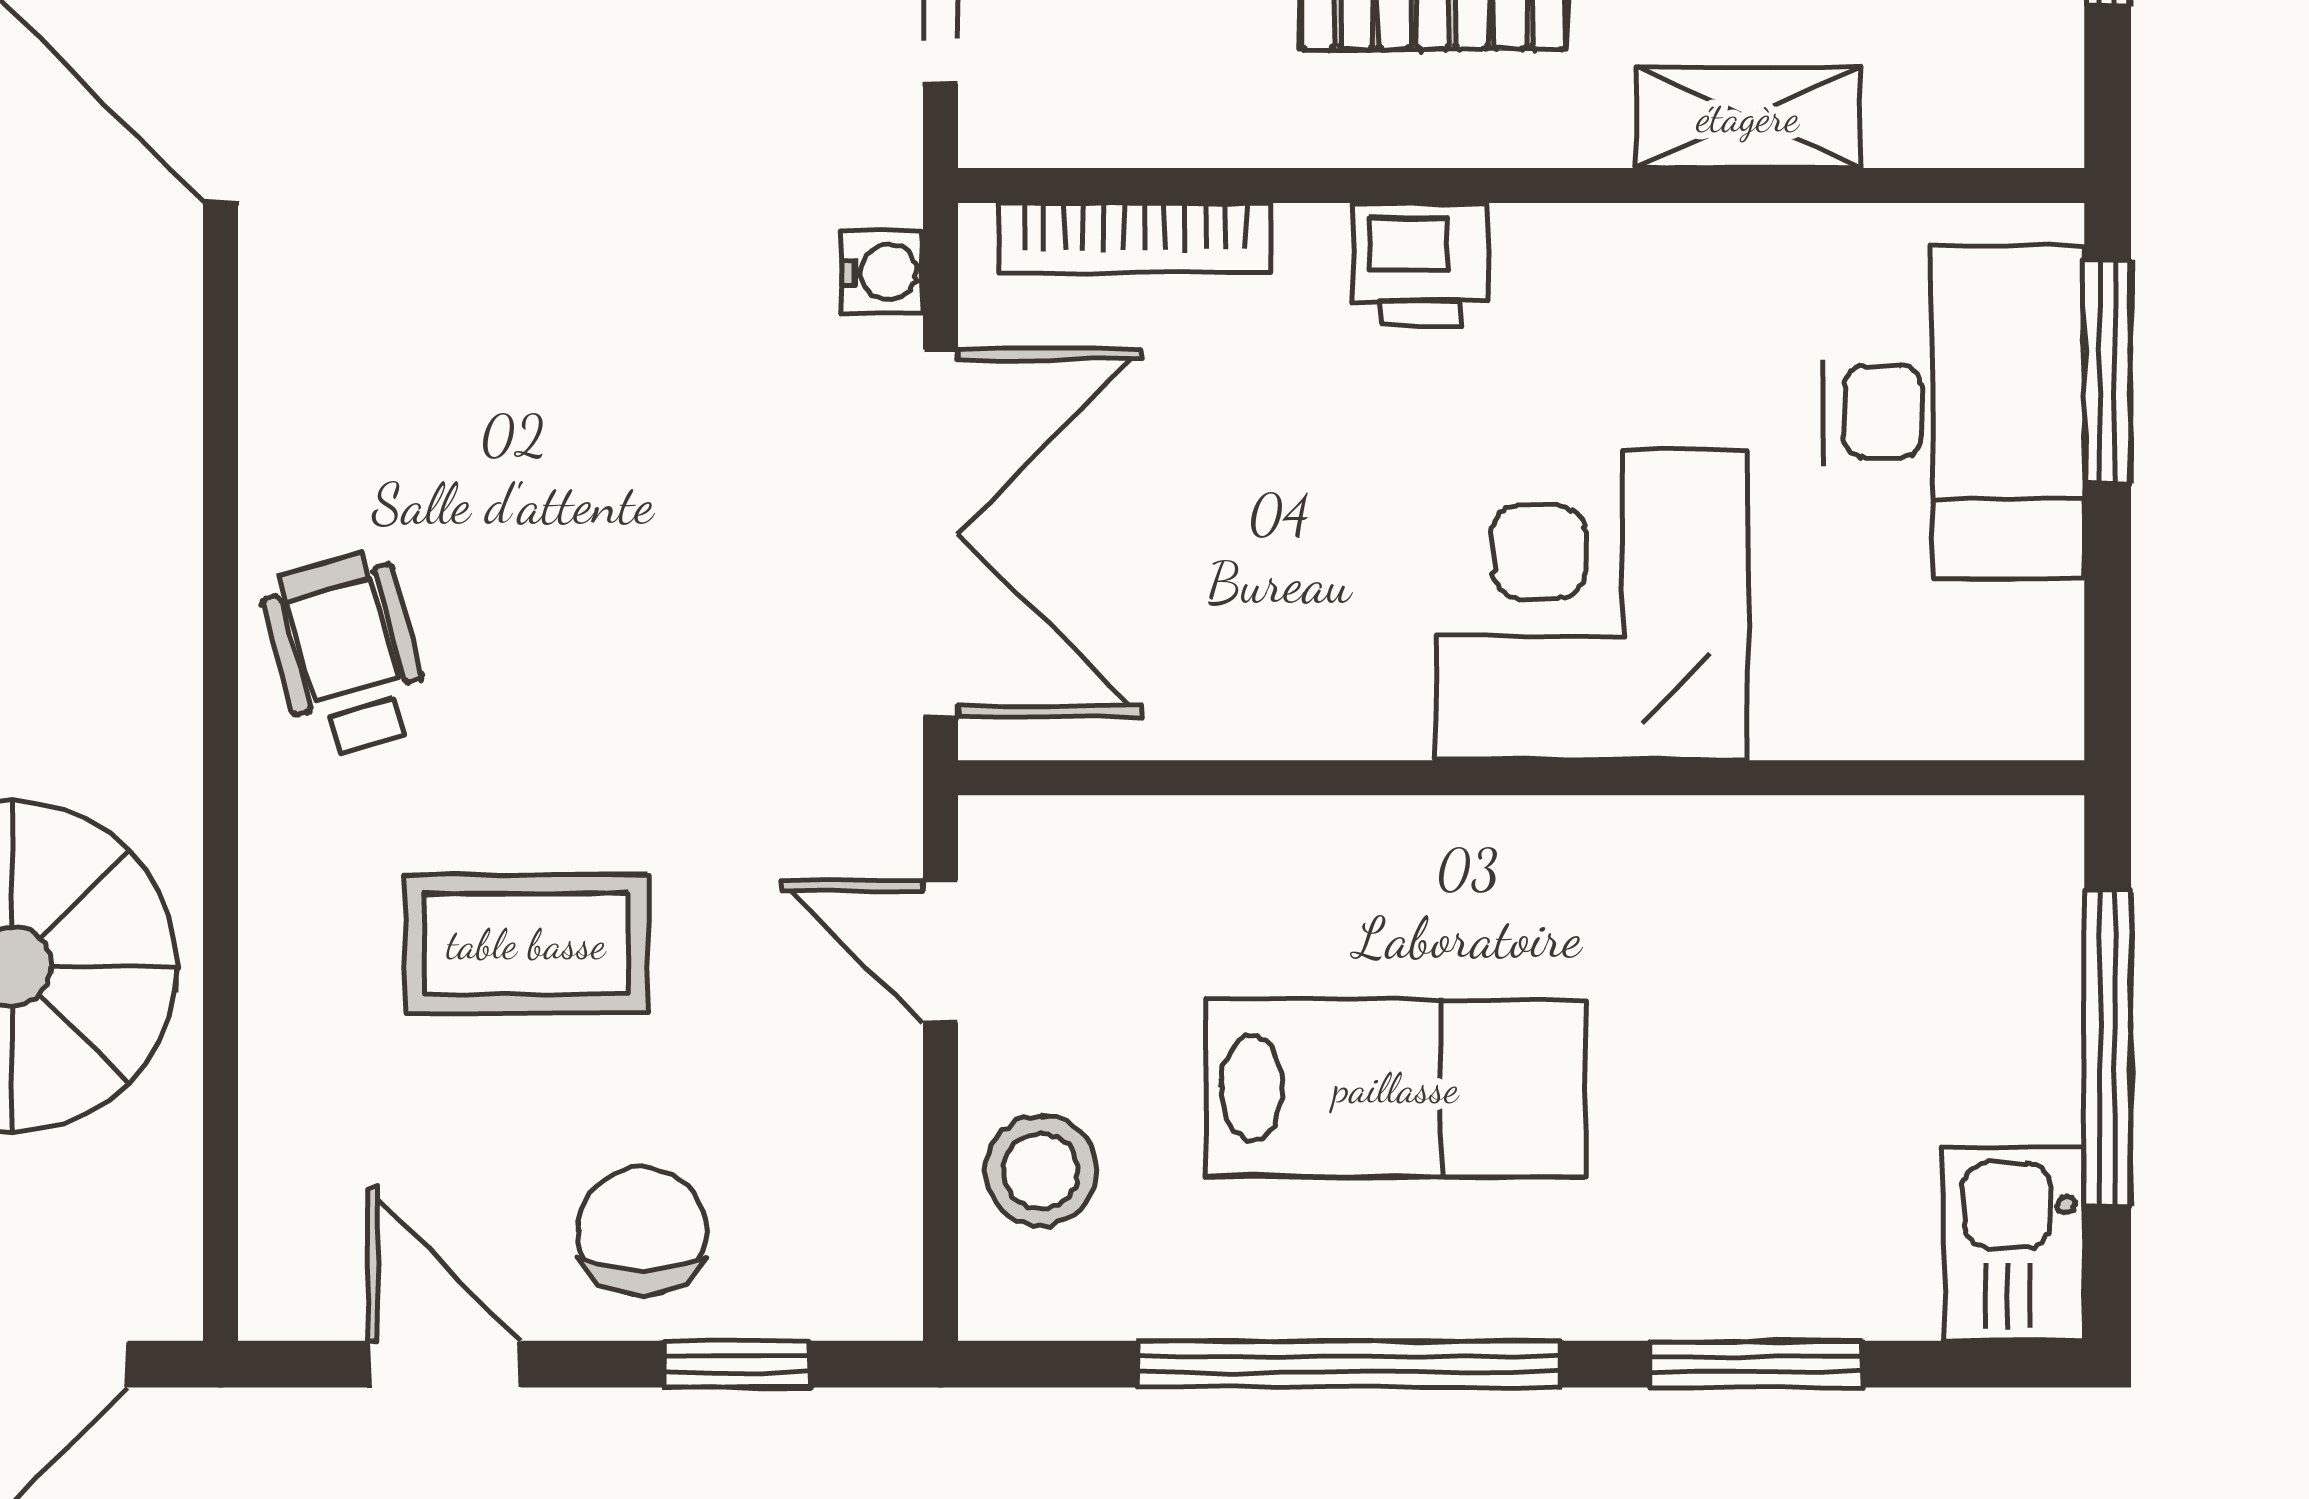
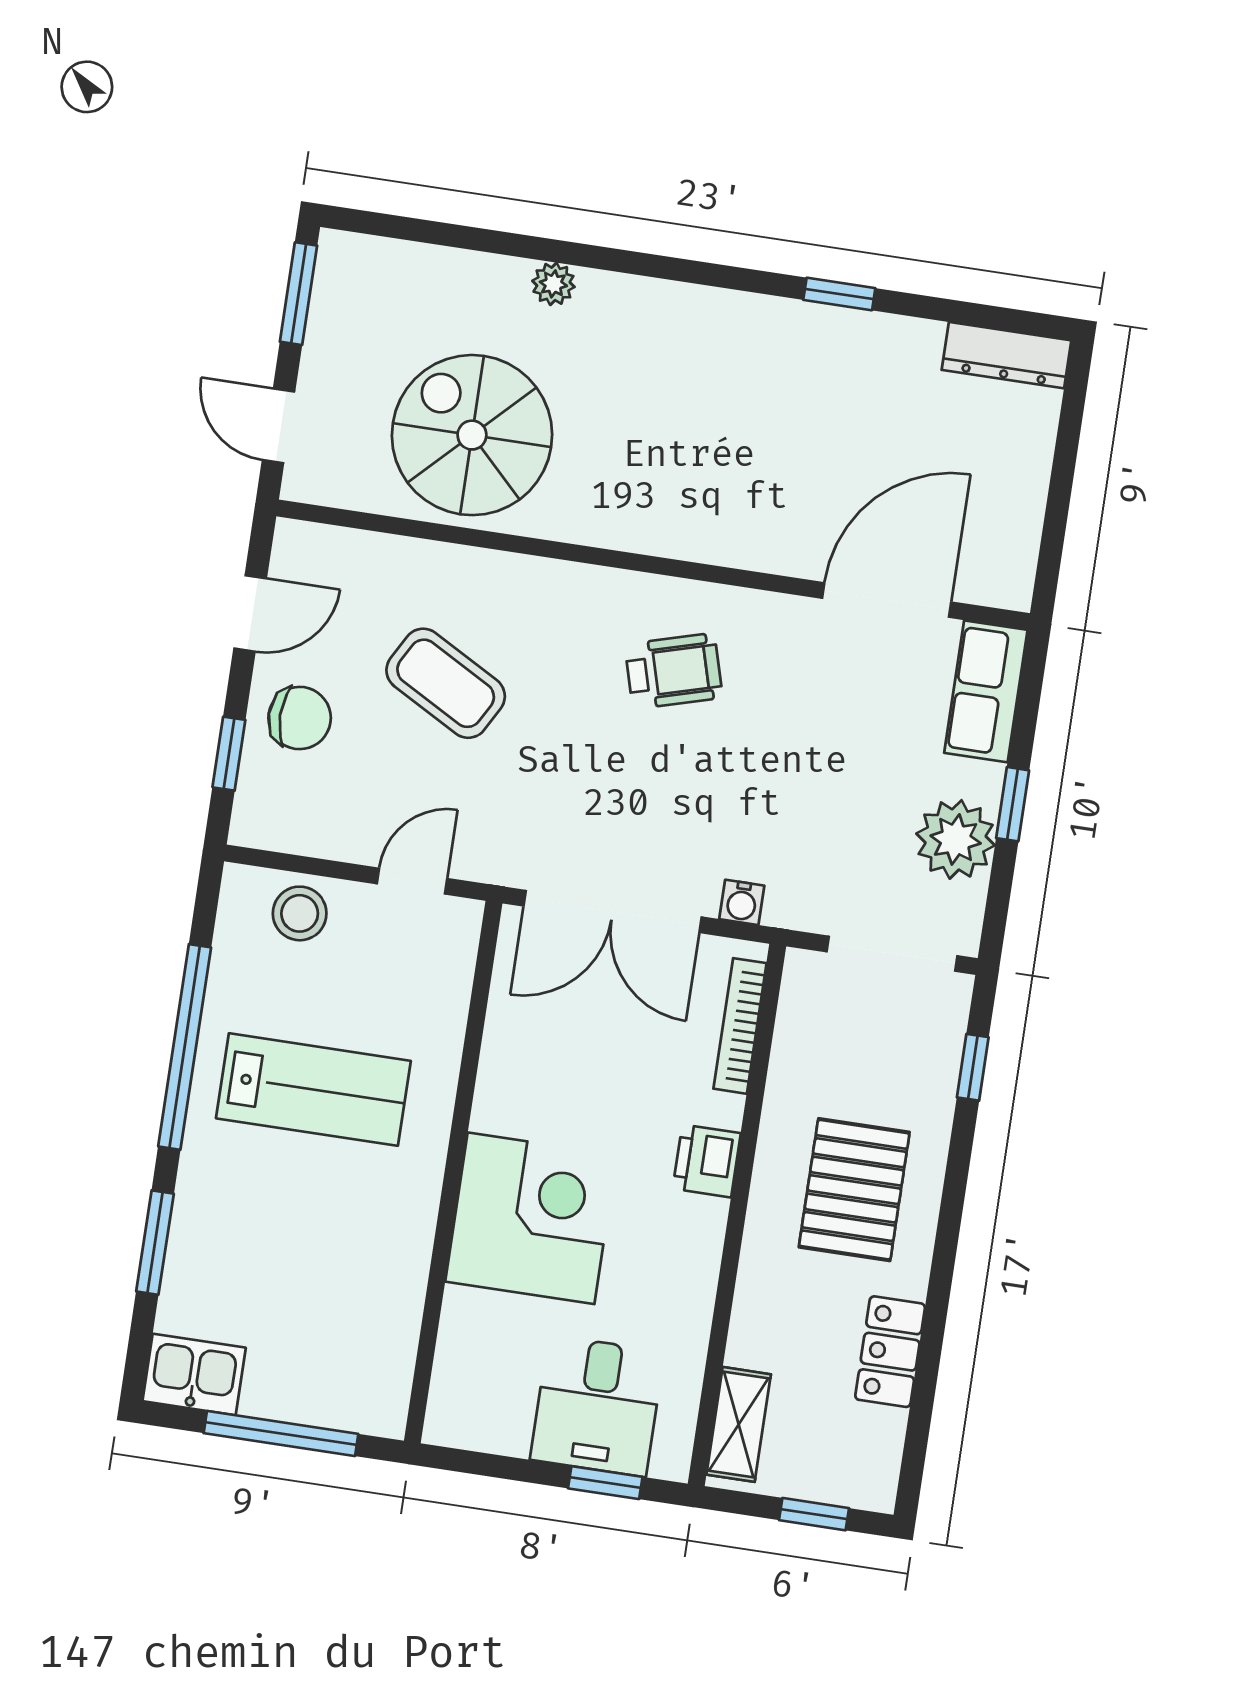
shelving: (1748, 117) -> (739, 1424), moved
window: (2108, 372) -> (605, 1483), width x0.67
desk: (1953, 412) -> (597, 1406), width x0.73
wheelchair: (346, 654) -> (674, 671), moved
coffee table: (526, 944) -> (446, 683), turned -61
lab bench: (1396, 1088) -> (313, 1090), turned -90

